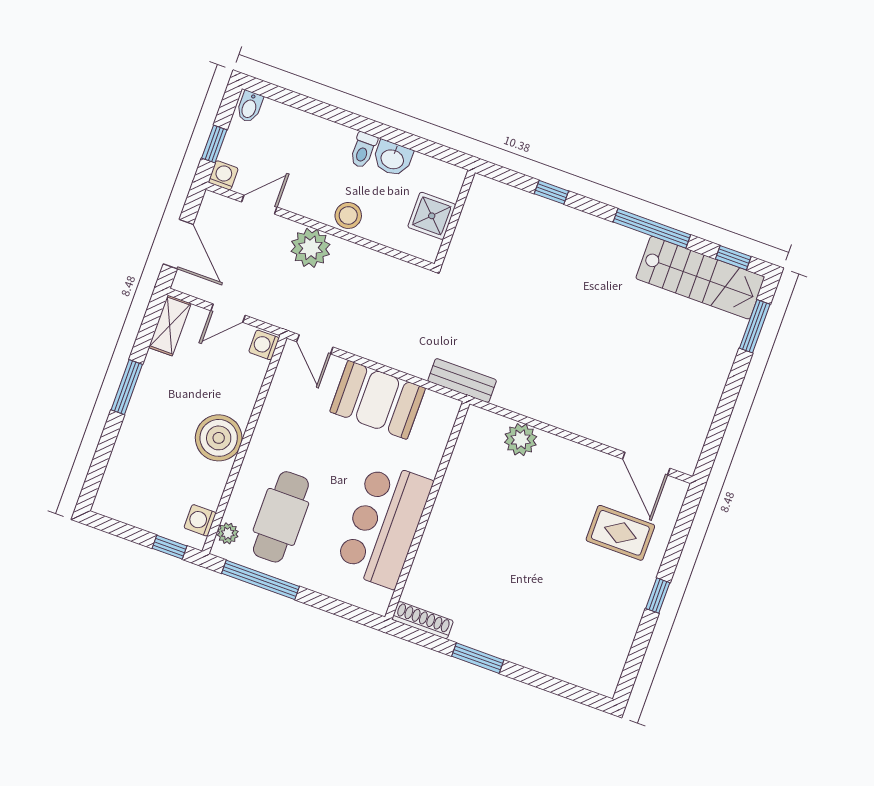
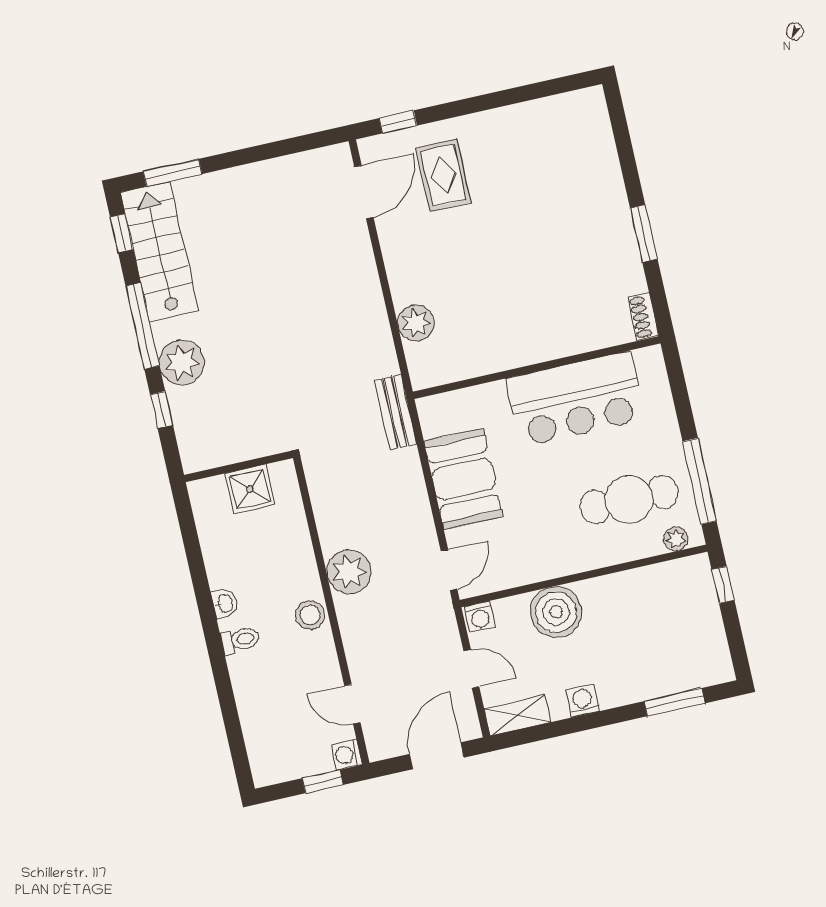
bidet: (250, 107) -> (267, 771), removed
washbasin: (393, 158) -> (225, 603), width x0.72, depth x0.69
window: (551, 192) -> (161, 410), moved
shower: (432, 216) -> (250, 489), moved
wall: (455, 218) -> (239, 466), moved
plant: (605, 241) -> (182, 362), added
plant: (311, 248) -> (349, 572), moved
window: (127, 387) -> (674, 702), moved
boiler: (219, 438) -> (556, 612), moved
washing machine: (200, 520) -> (582, 701), moved, turned 180
window: (658, 596) -> (398, 122), moved
shoe rack: (423, 620) -> (643, 317), width x0.70

